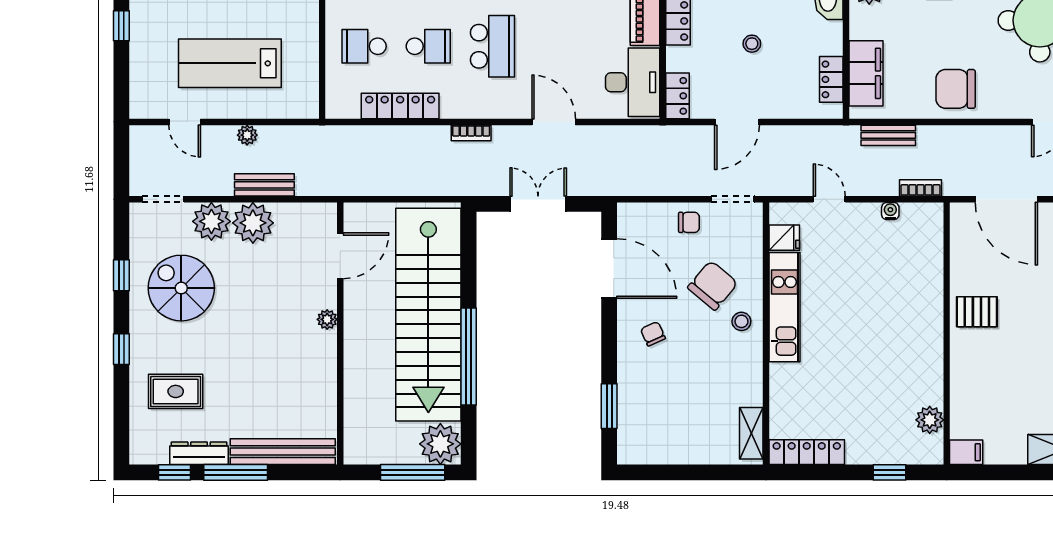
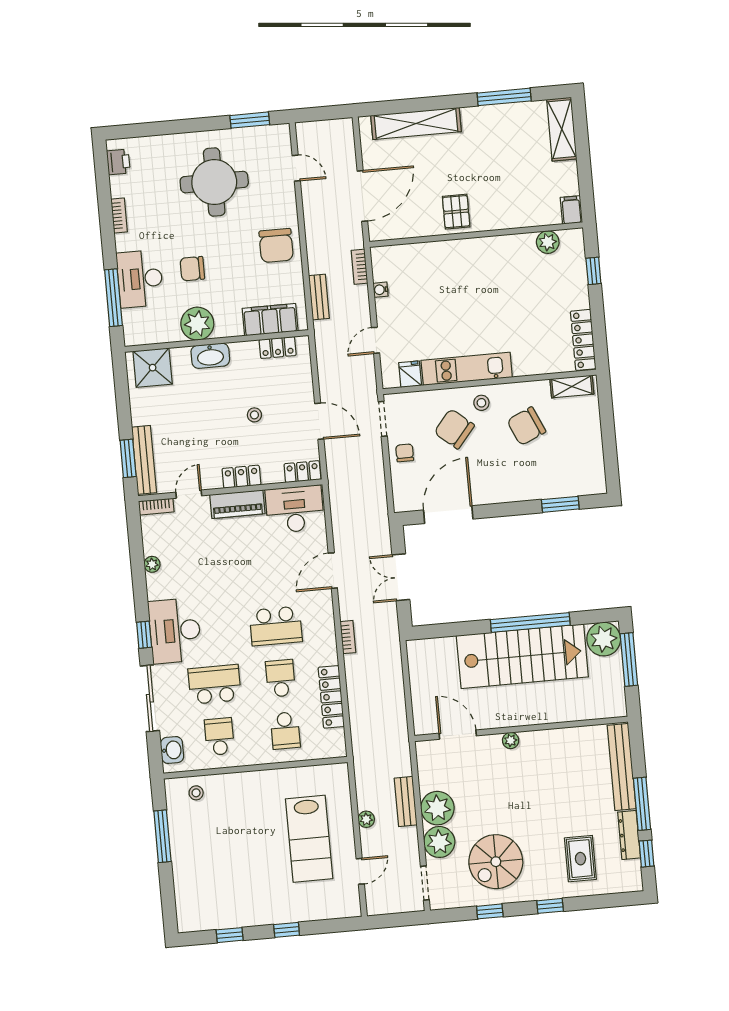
school desk: (492, 46) -> (276, 626), turned 180
stairs: (428, 315) -> (522, 656), width x0.73
chair: (653, 334) -> (526, 426), moved, width x1.87, depth x1.87

